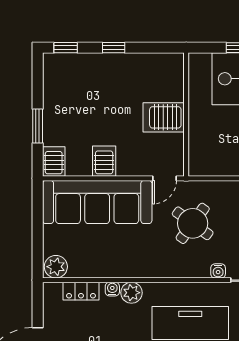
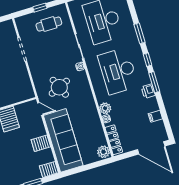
round table: (193, 223) -> (59, 87), turned 30
locker: (81, 291) -> (114, 140), width x1.53

